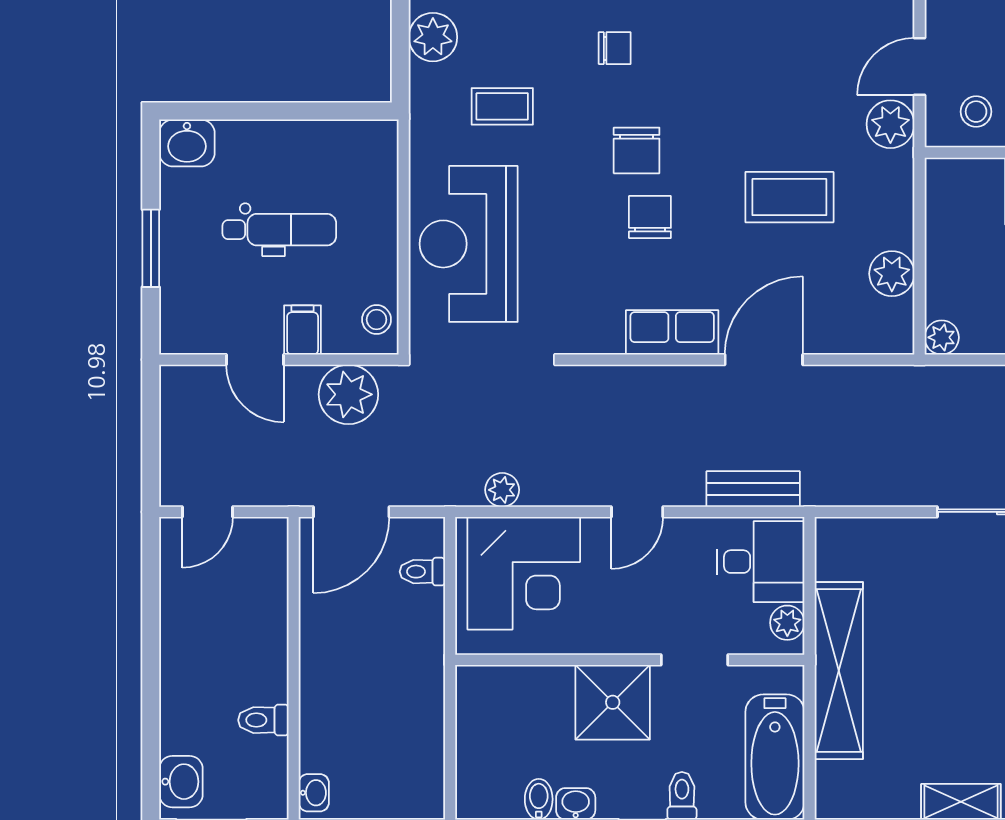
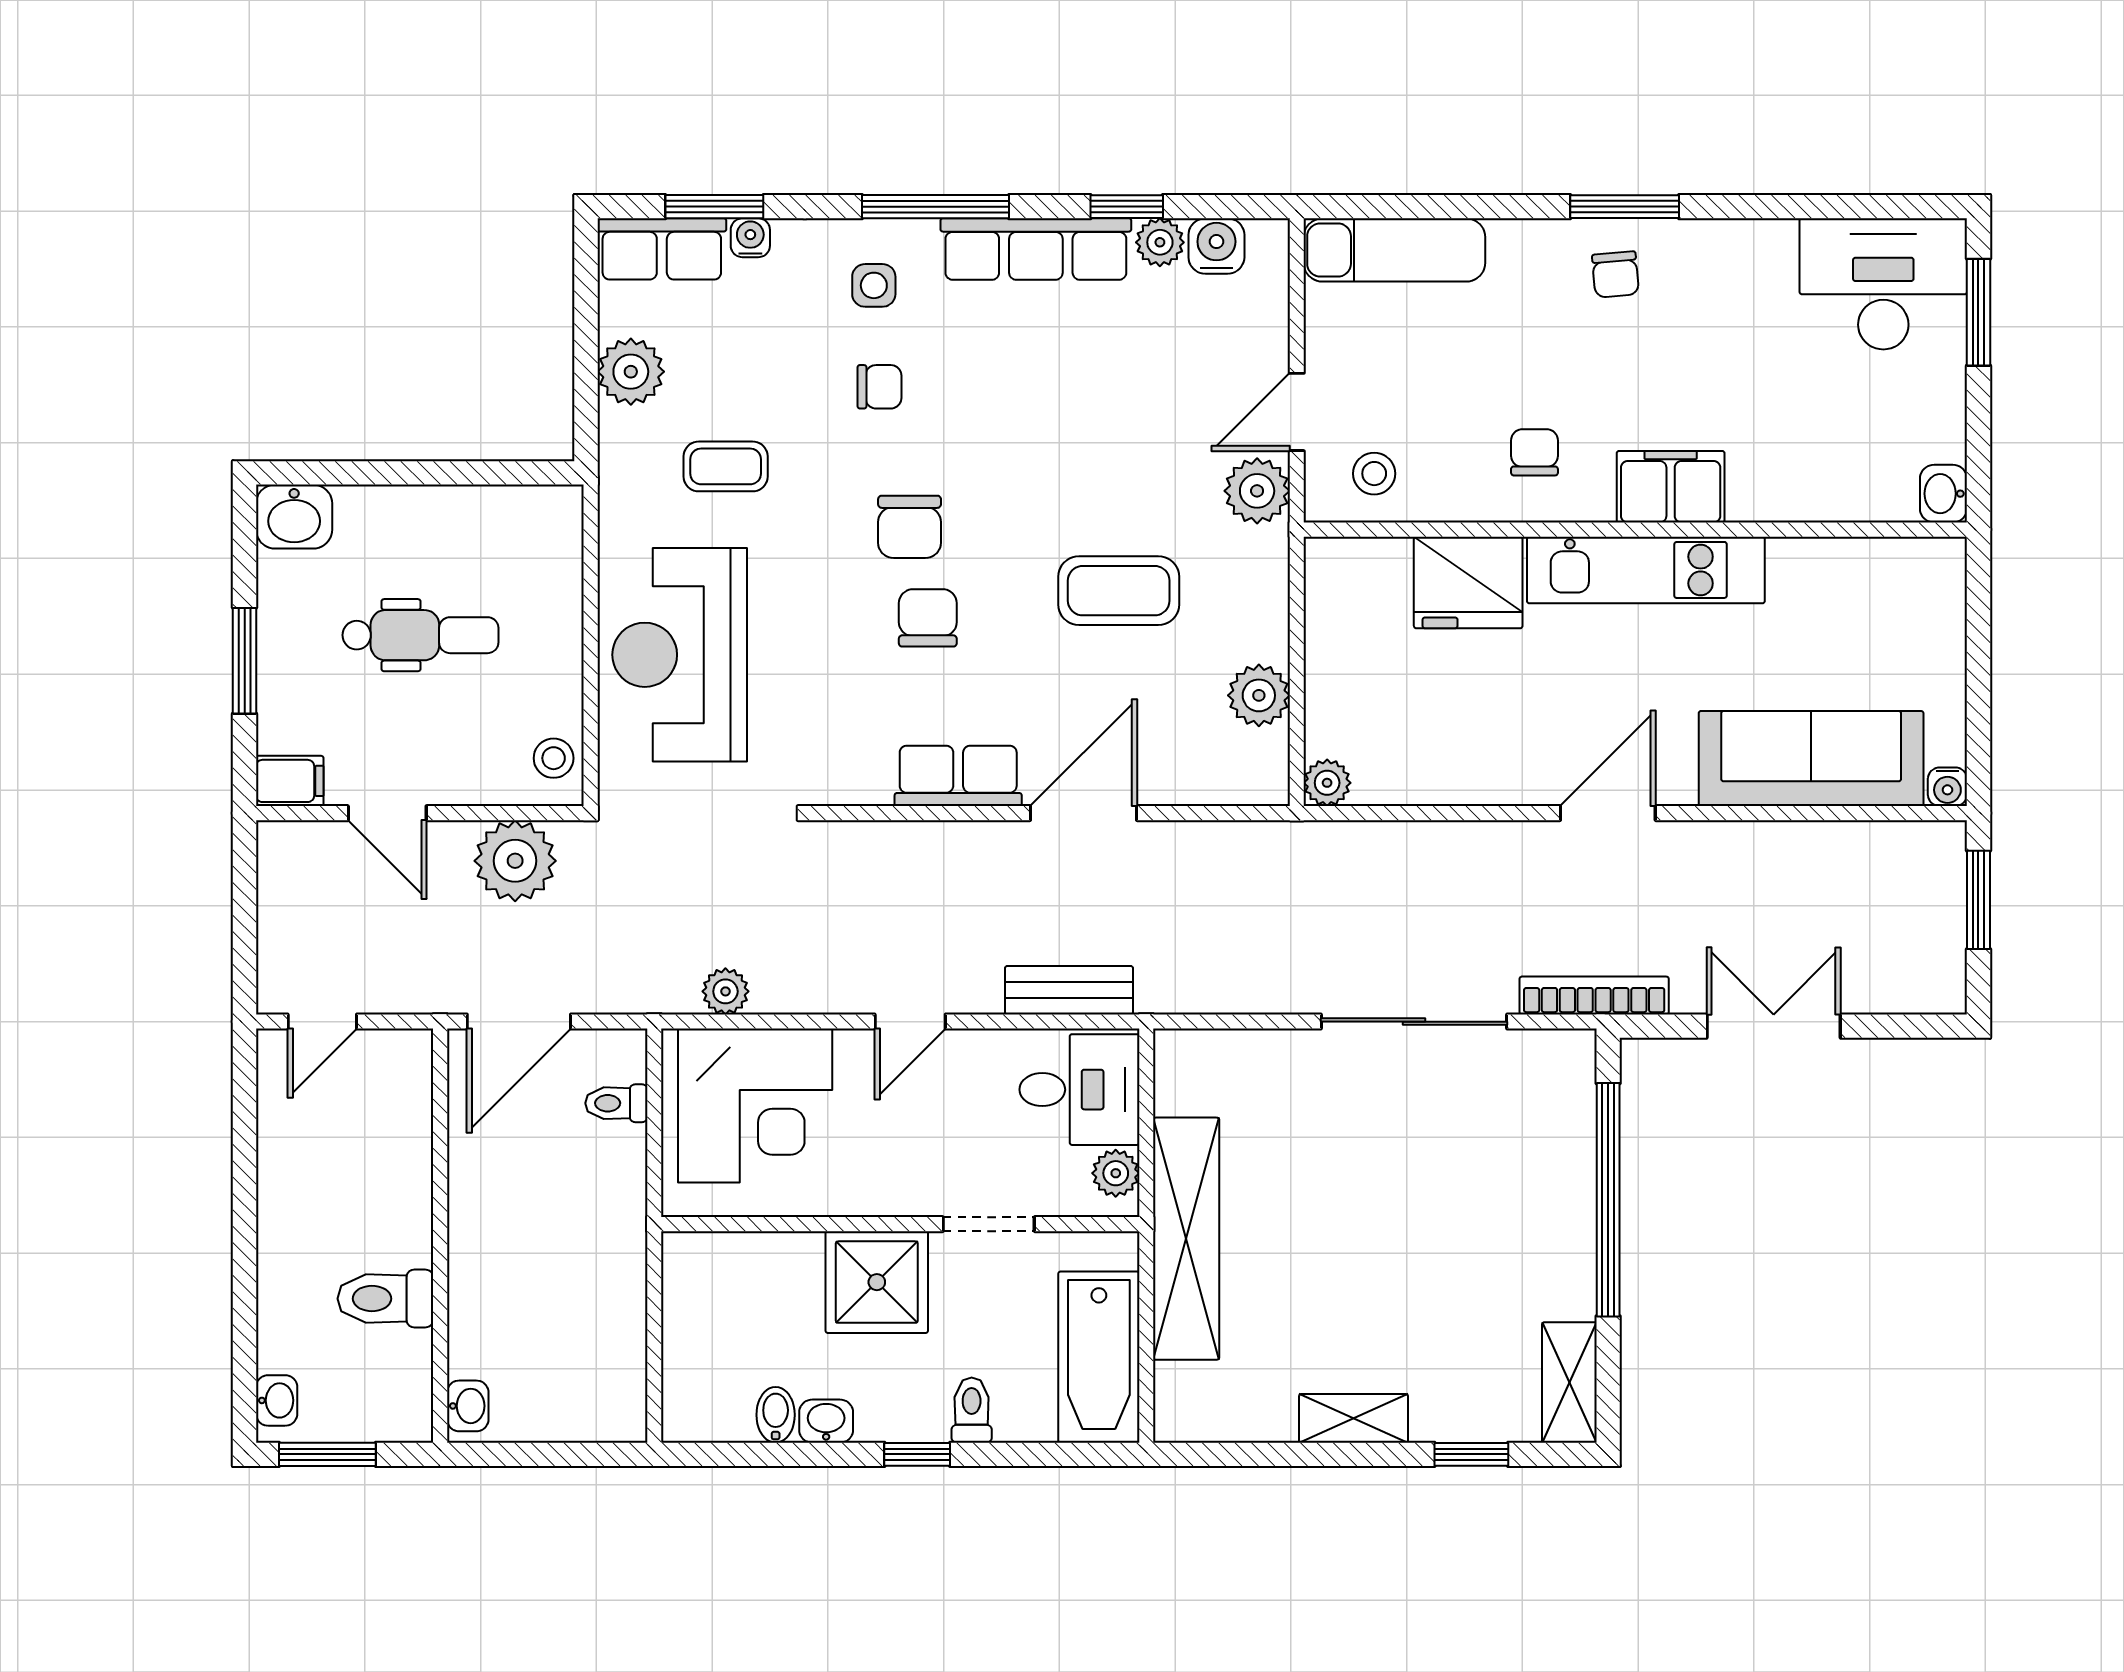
filing cabinet: (303, 330) -> (290, 781), moved, turned 90
toilet: (263, 720) -> (385, 1299), width x1.37, depth x1.39
washbasin: (181, 782) -> (277, 1400), width x0.72, depth x0.69

